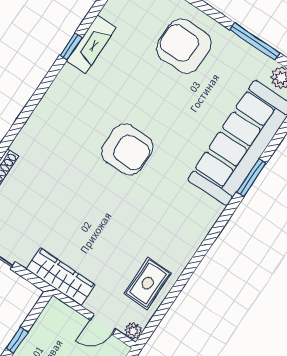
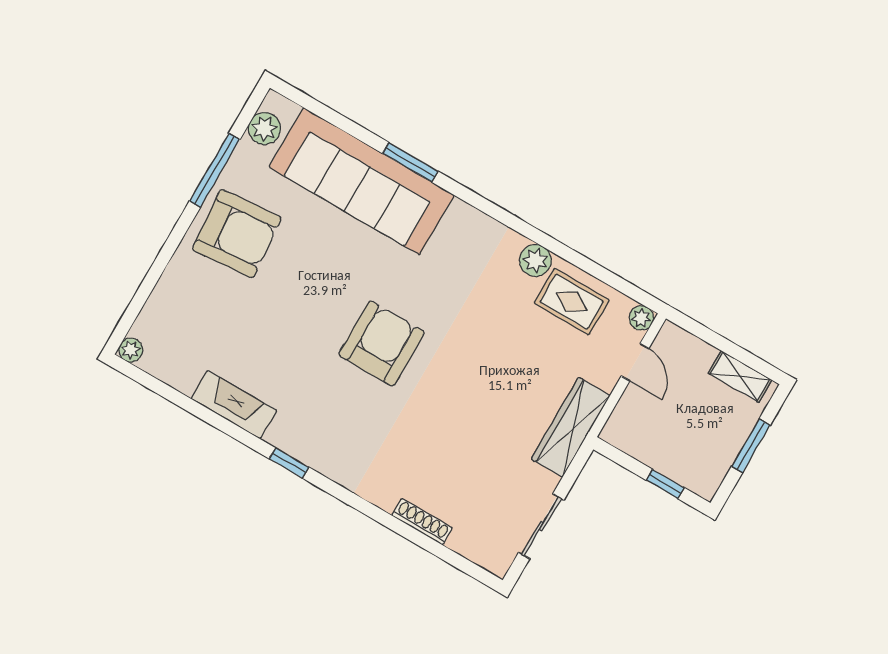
armchair: (184, 46) -> (237, 234), moved, turned -95
window: (71, 47) -> (289, 463), moved
plant: (178, 260) -> (535, 260), added

